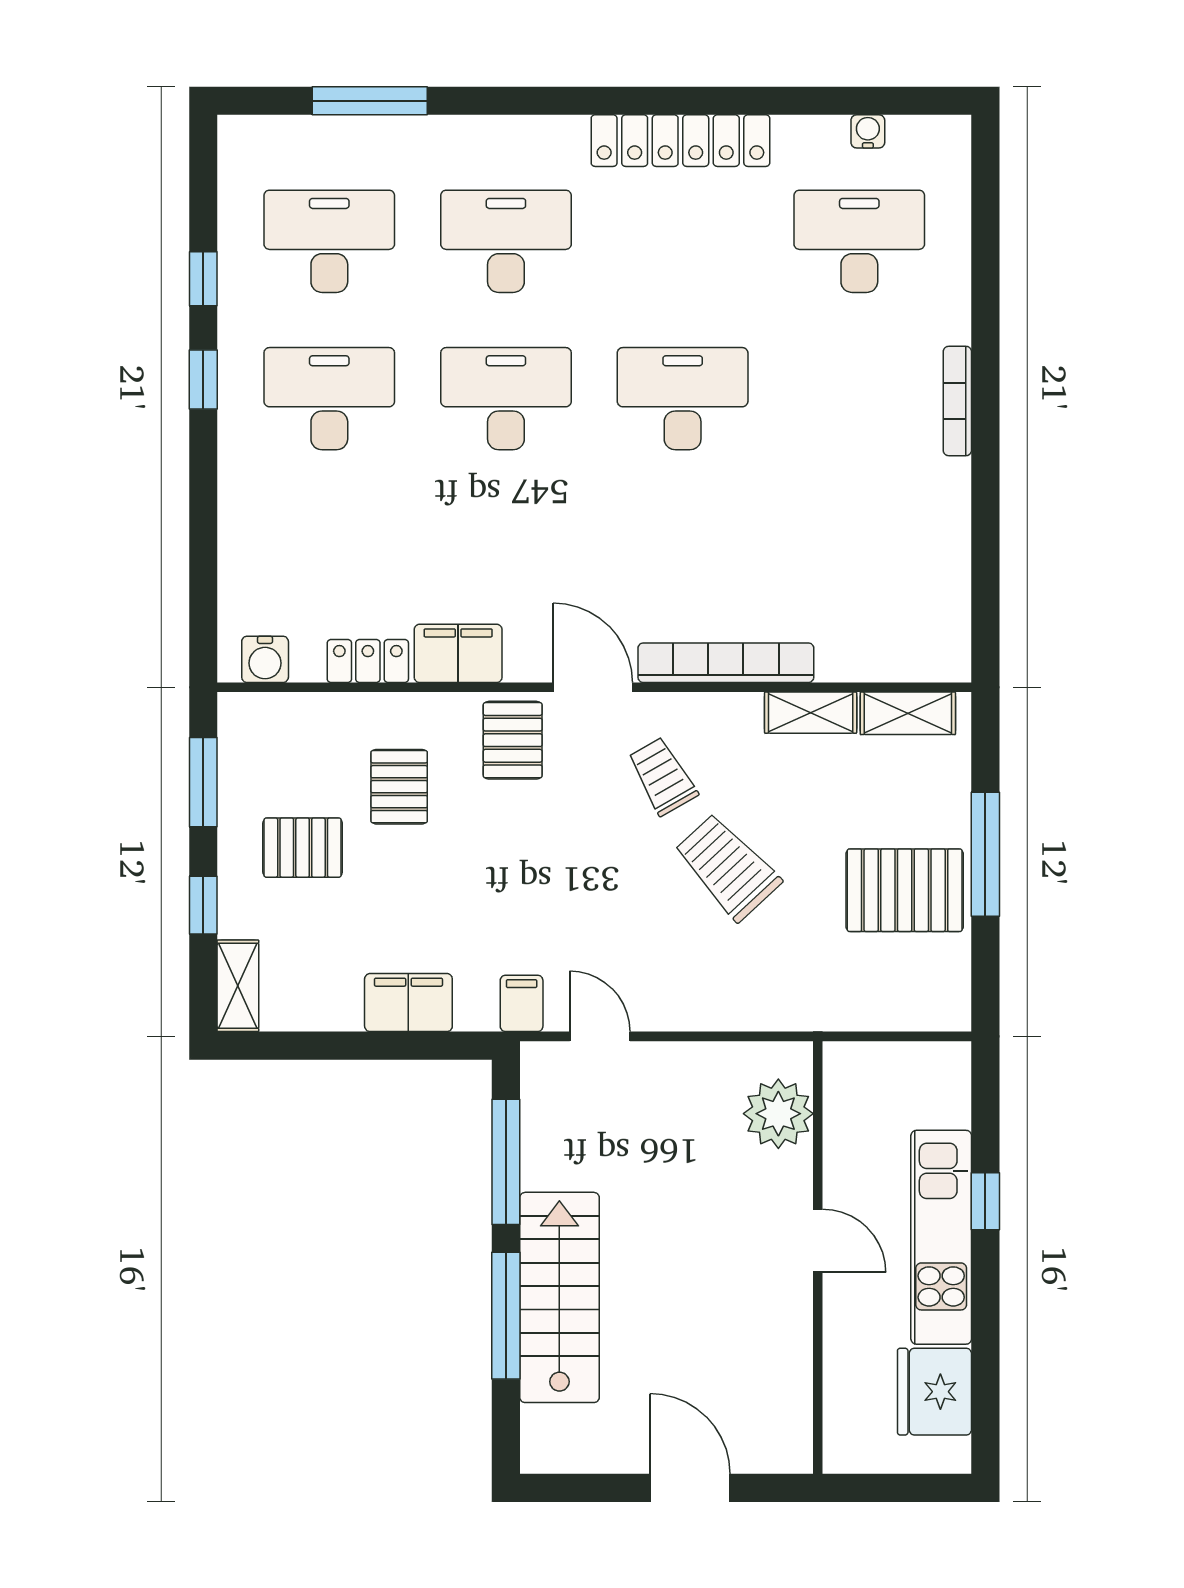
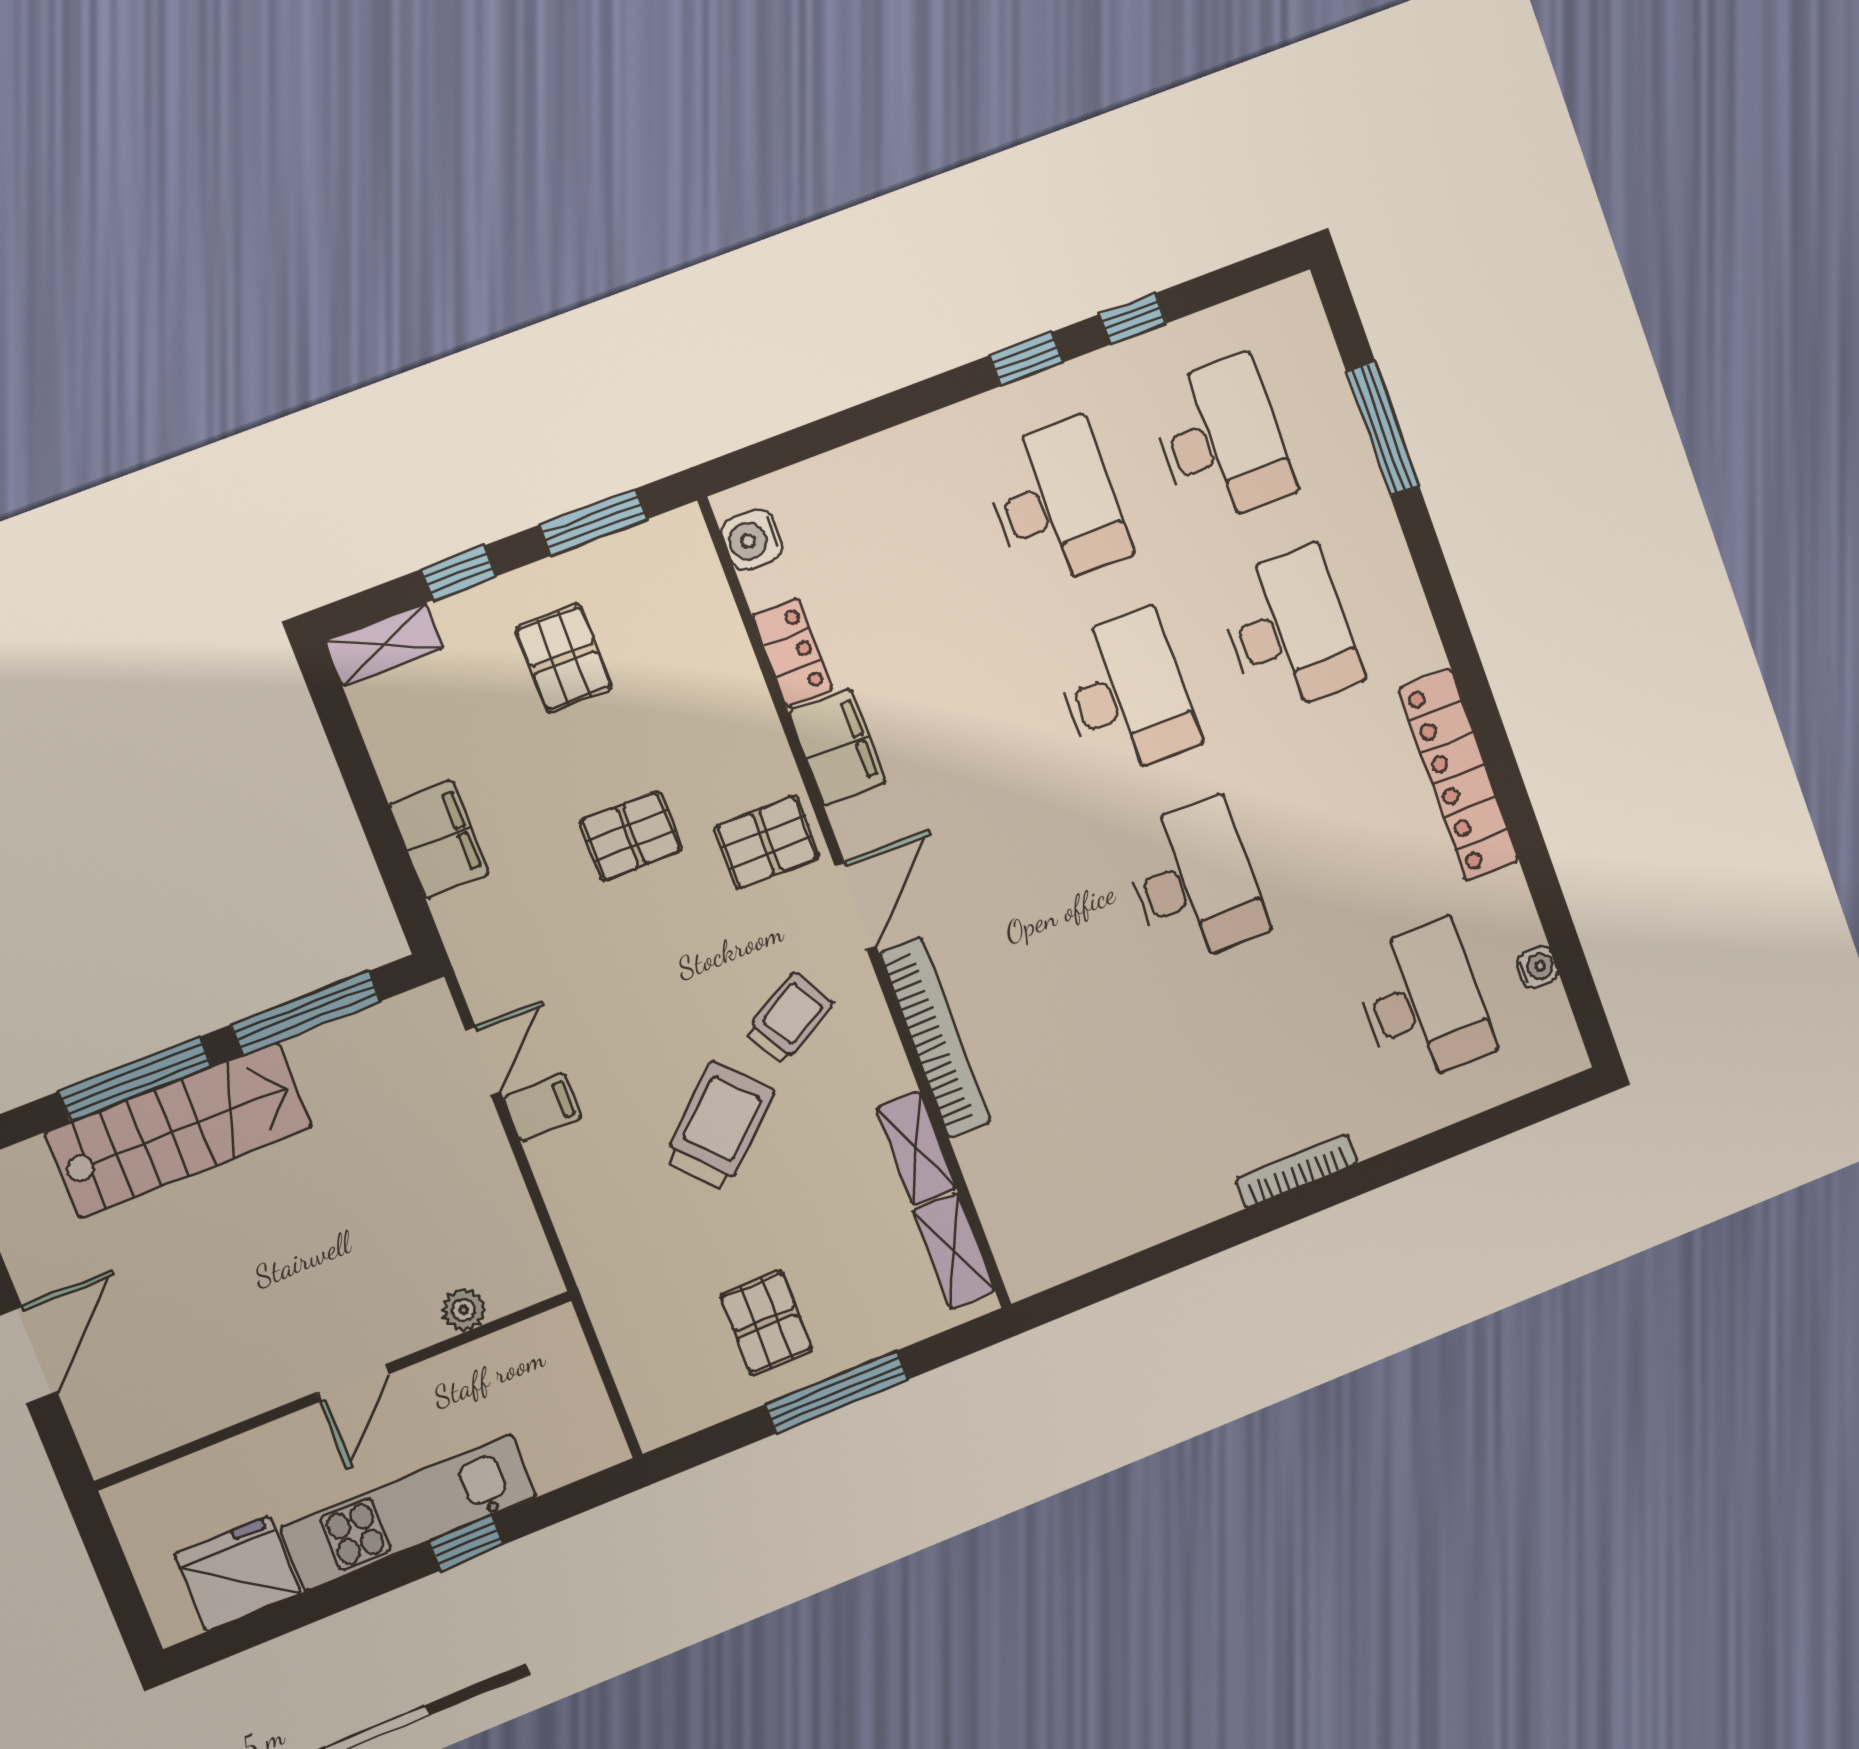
pallet: (399, 787) -> (631, 836), moved
pallet: (905, 890) -> (766, 1323), width x0.67, depth x0.71
filing cabinet: (522, 1003) -> (543, 1107), moved
plant: (778, 1114) -> (463, 1310), width x0.53, depth x0.53

